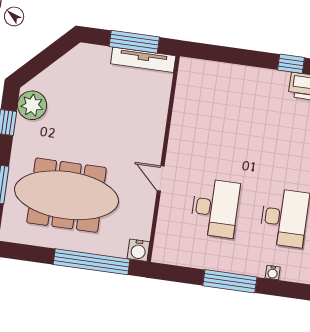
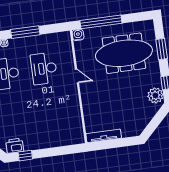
window: (134, 42) -> (111, 144), removed

